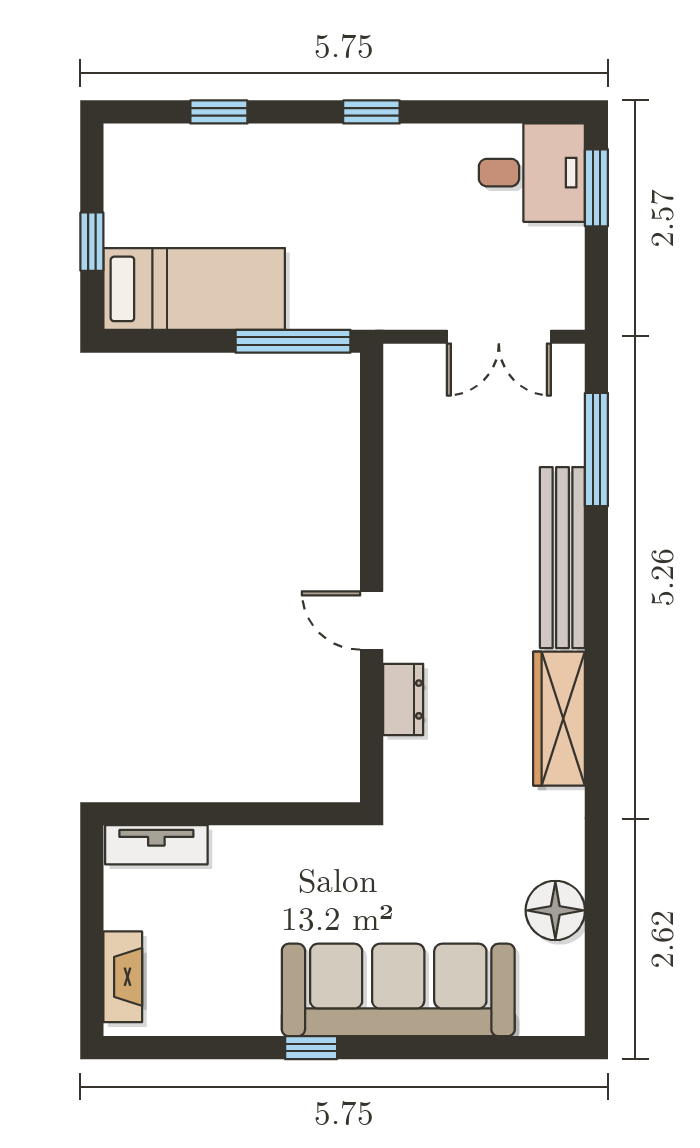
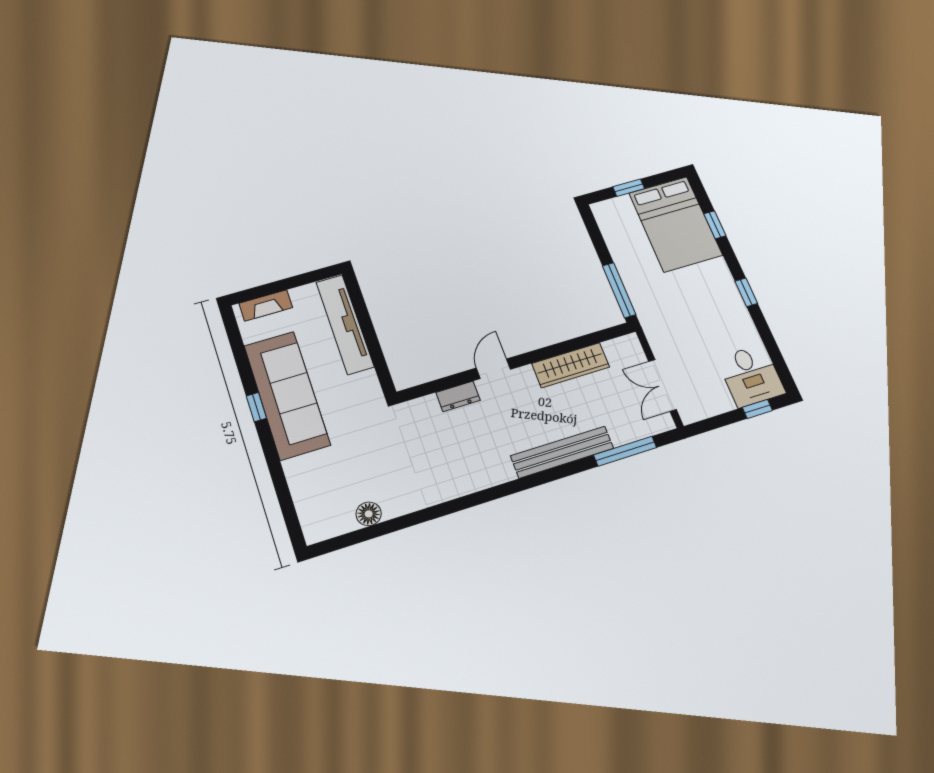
window: (596, 188) -> (757, 409), width x0.67
bed: (194, 289) -> (675, 224), moved, width x1.50
wardrobe: (559, 719) -> (571, 365), moved, turned 180
tv unit: (156, 845) -> (345, 324), width x1.92, depth x1.29
floor lamp: (555, 910) -> (369, 514), width x0.73, depth x0.73
sofa: (398, 990) -> (287, 395), moved

